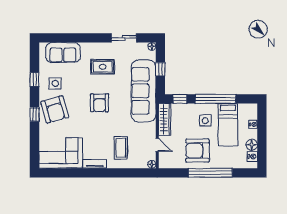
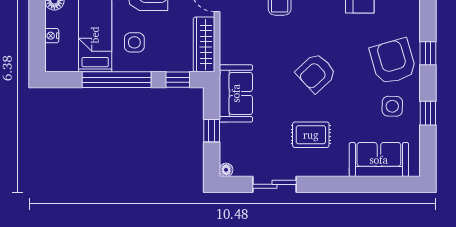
sofa: (144, 91) -> (236, 93), width x0.54, depth x0.79
armchair: (100, 103) -> (316, 73), turned -133

